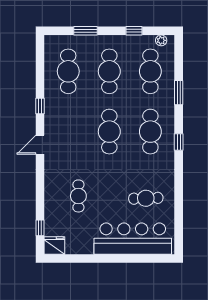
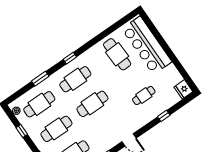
cafe table: (146, 198) -> (117, 54), width x1.37, depth x1.35
window: (40, 228) -> (164, 116), moved

